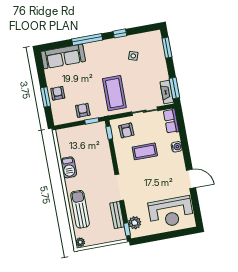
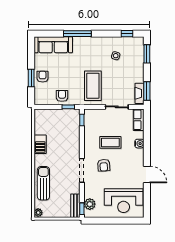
window: (120, 33) -> (127, 34), moved
armchair: (126, 130) -> (104, 165), moved
bench: (117, 215) -> (75, 206), moved

